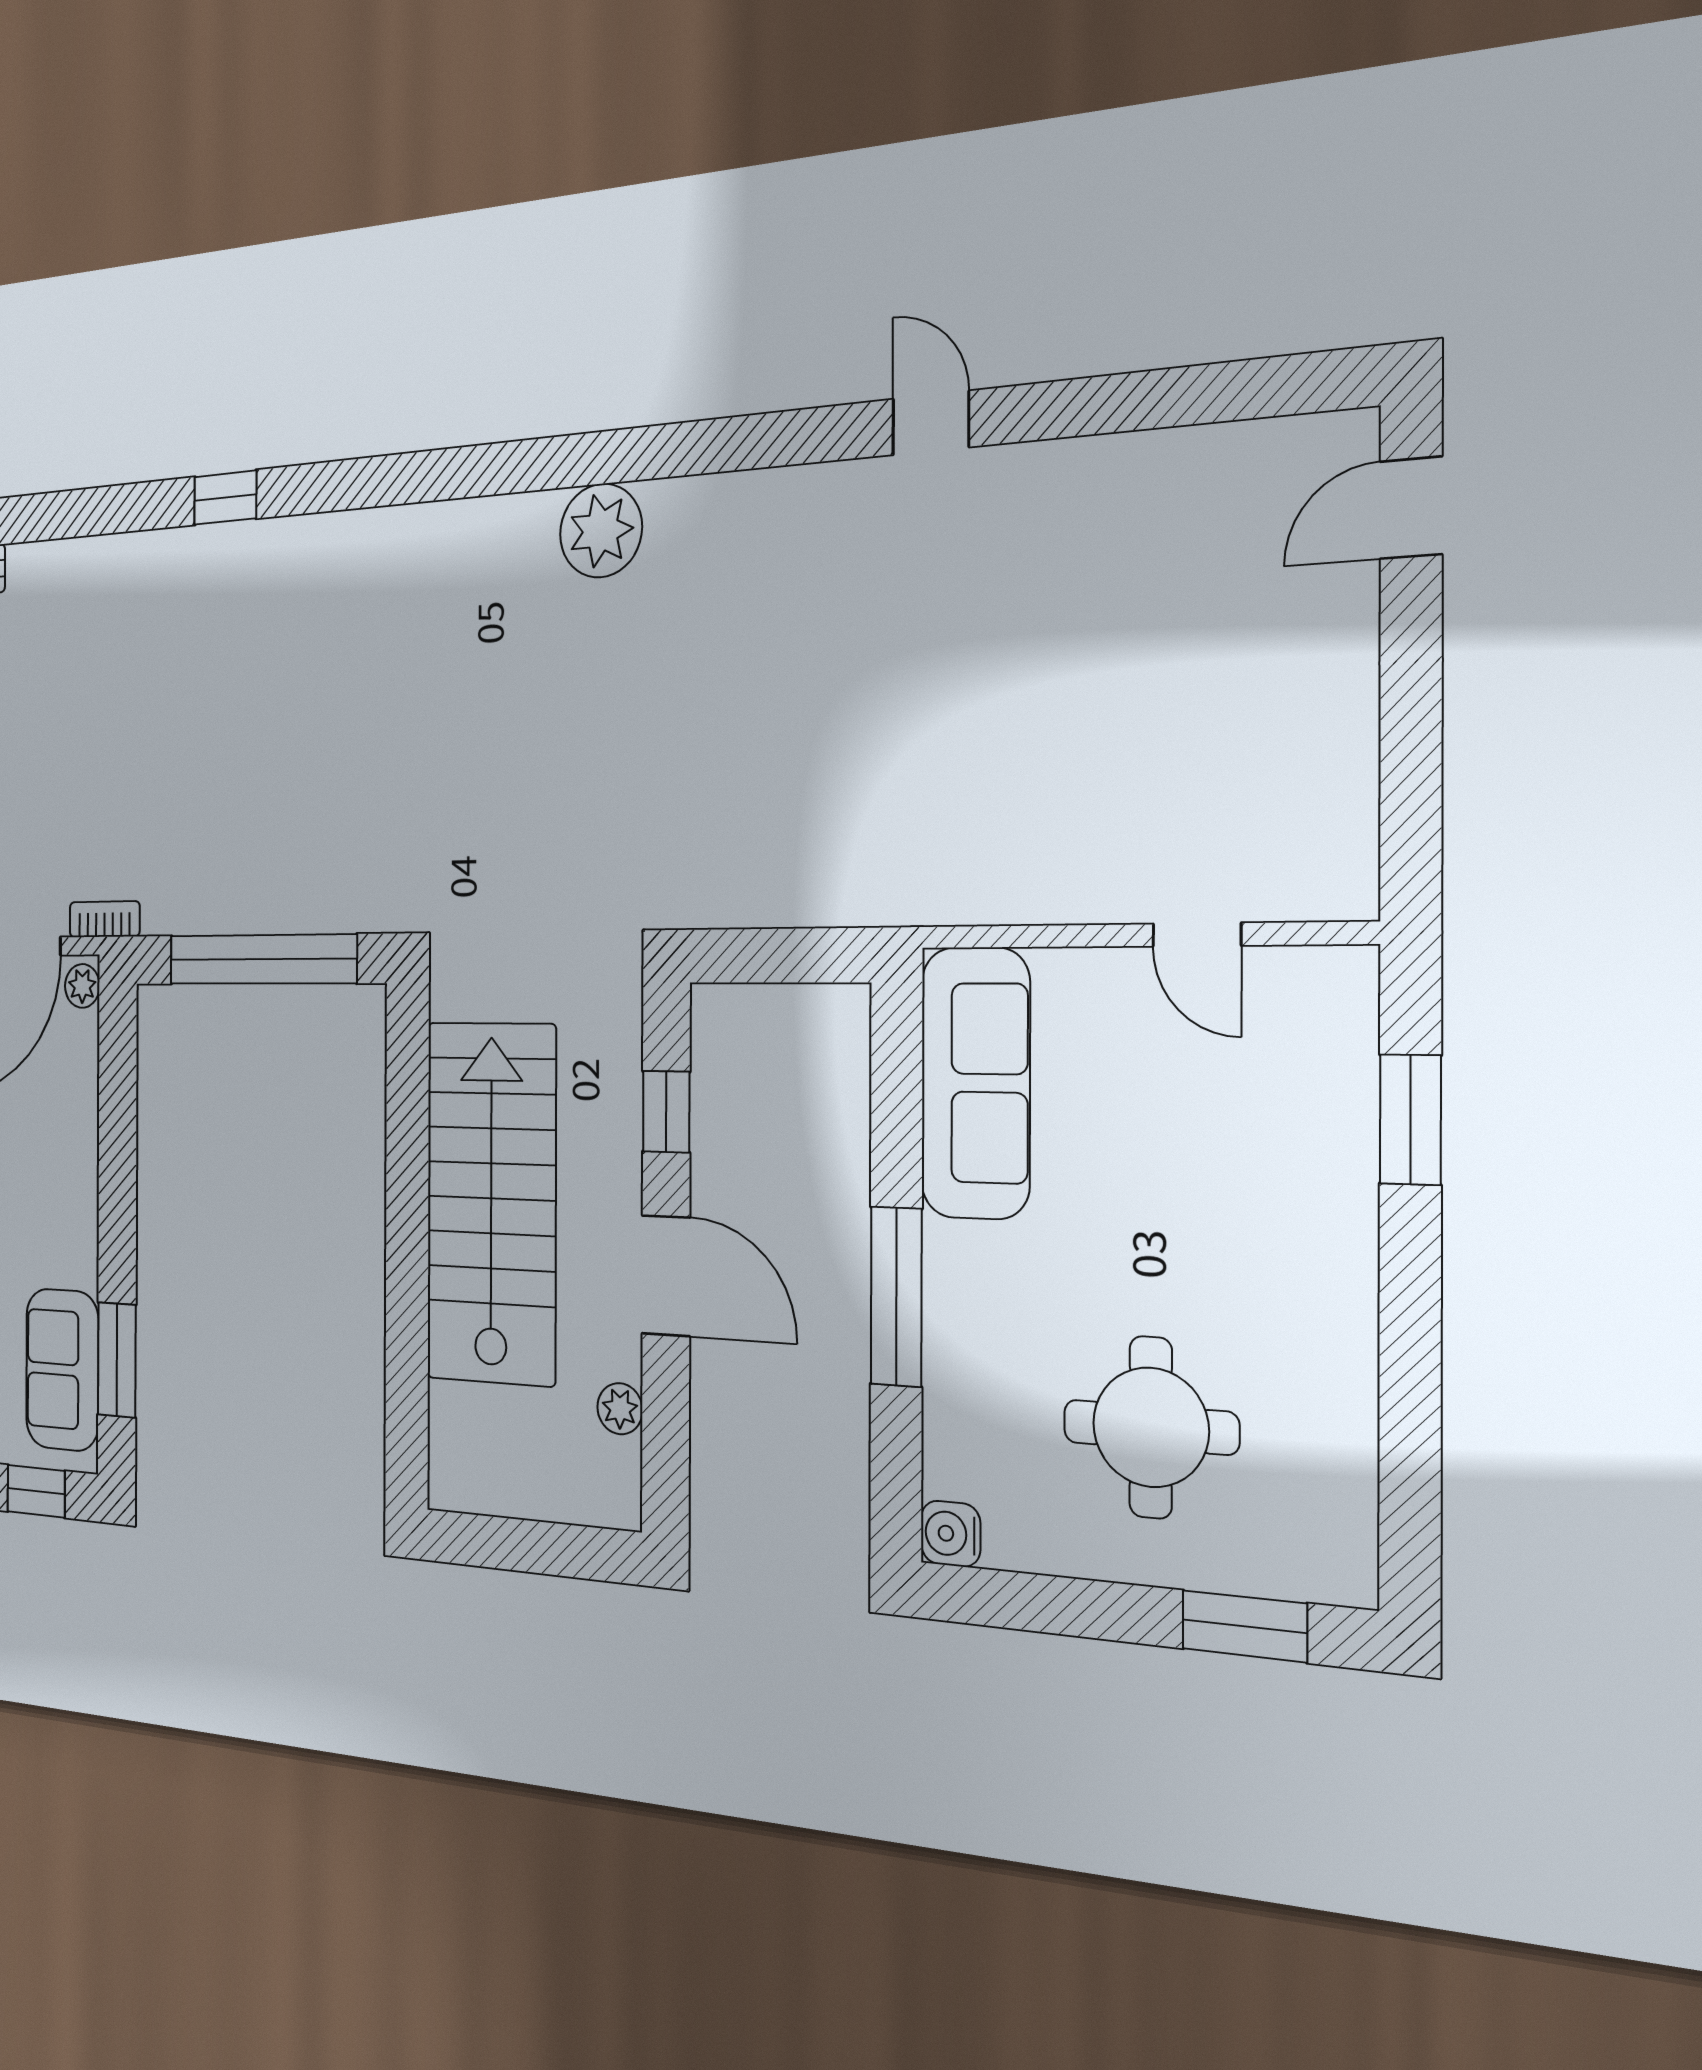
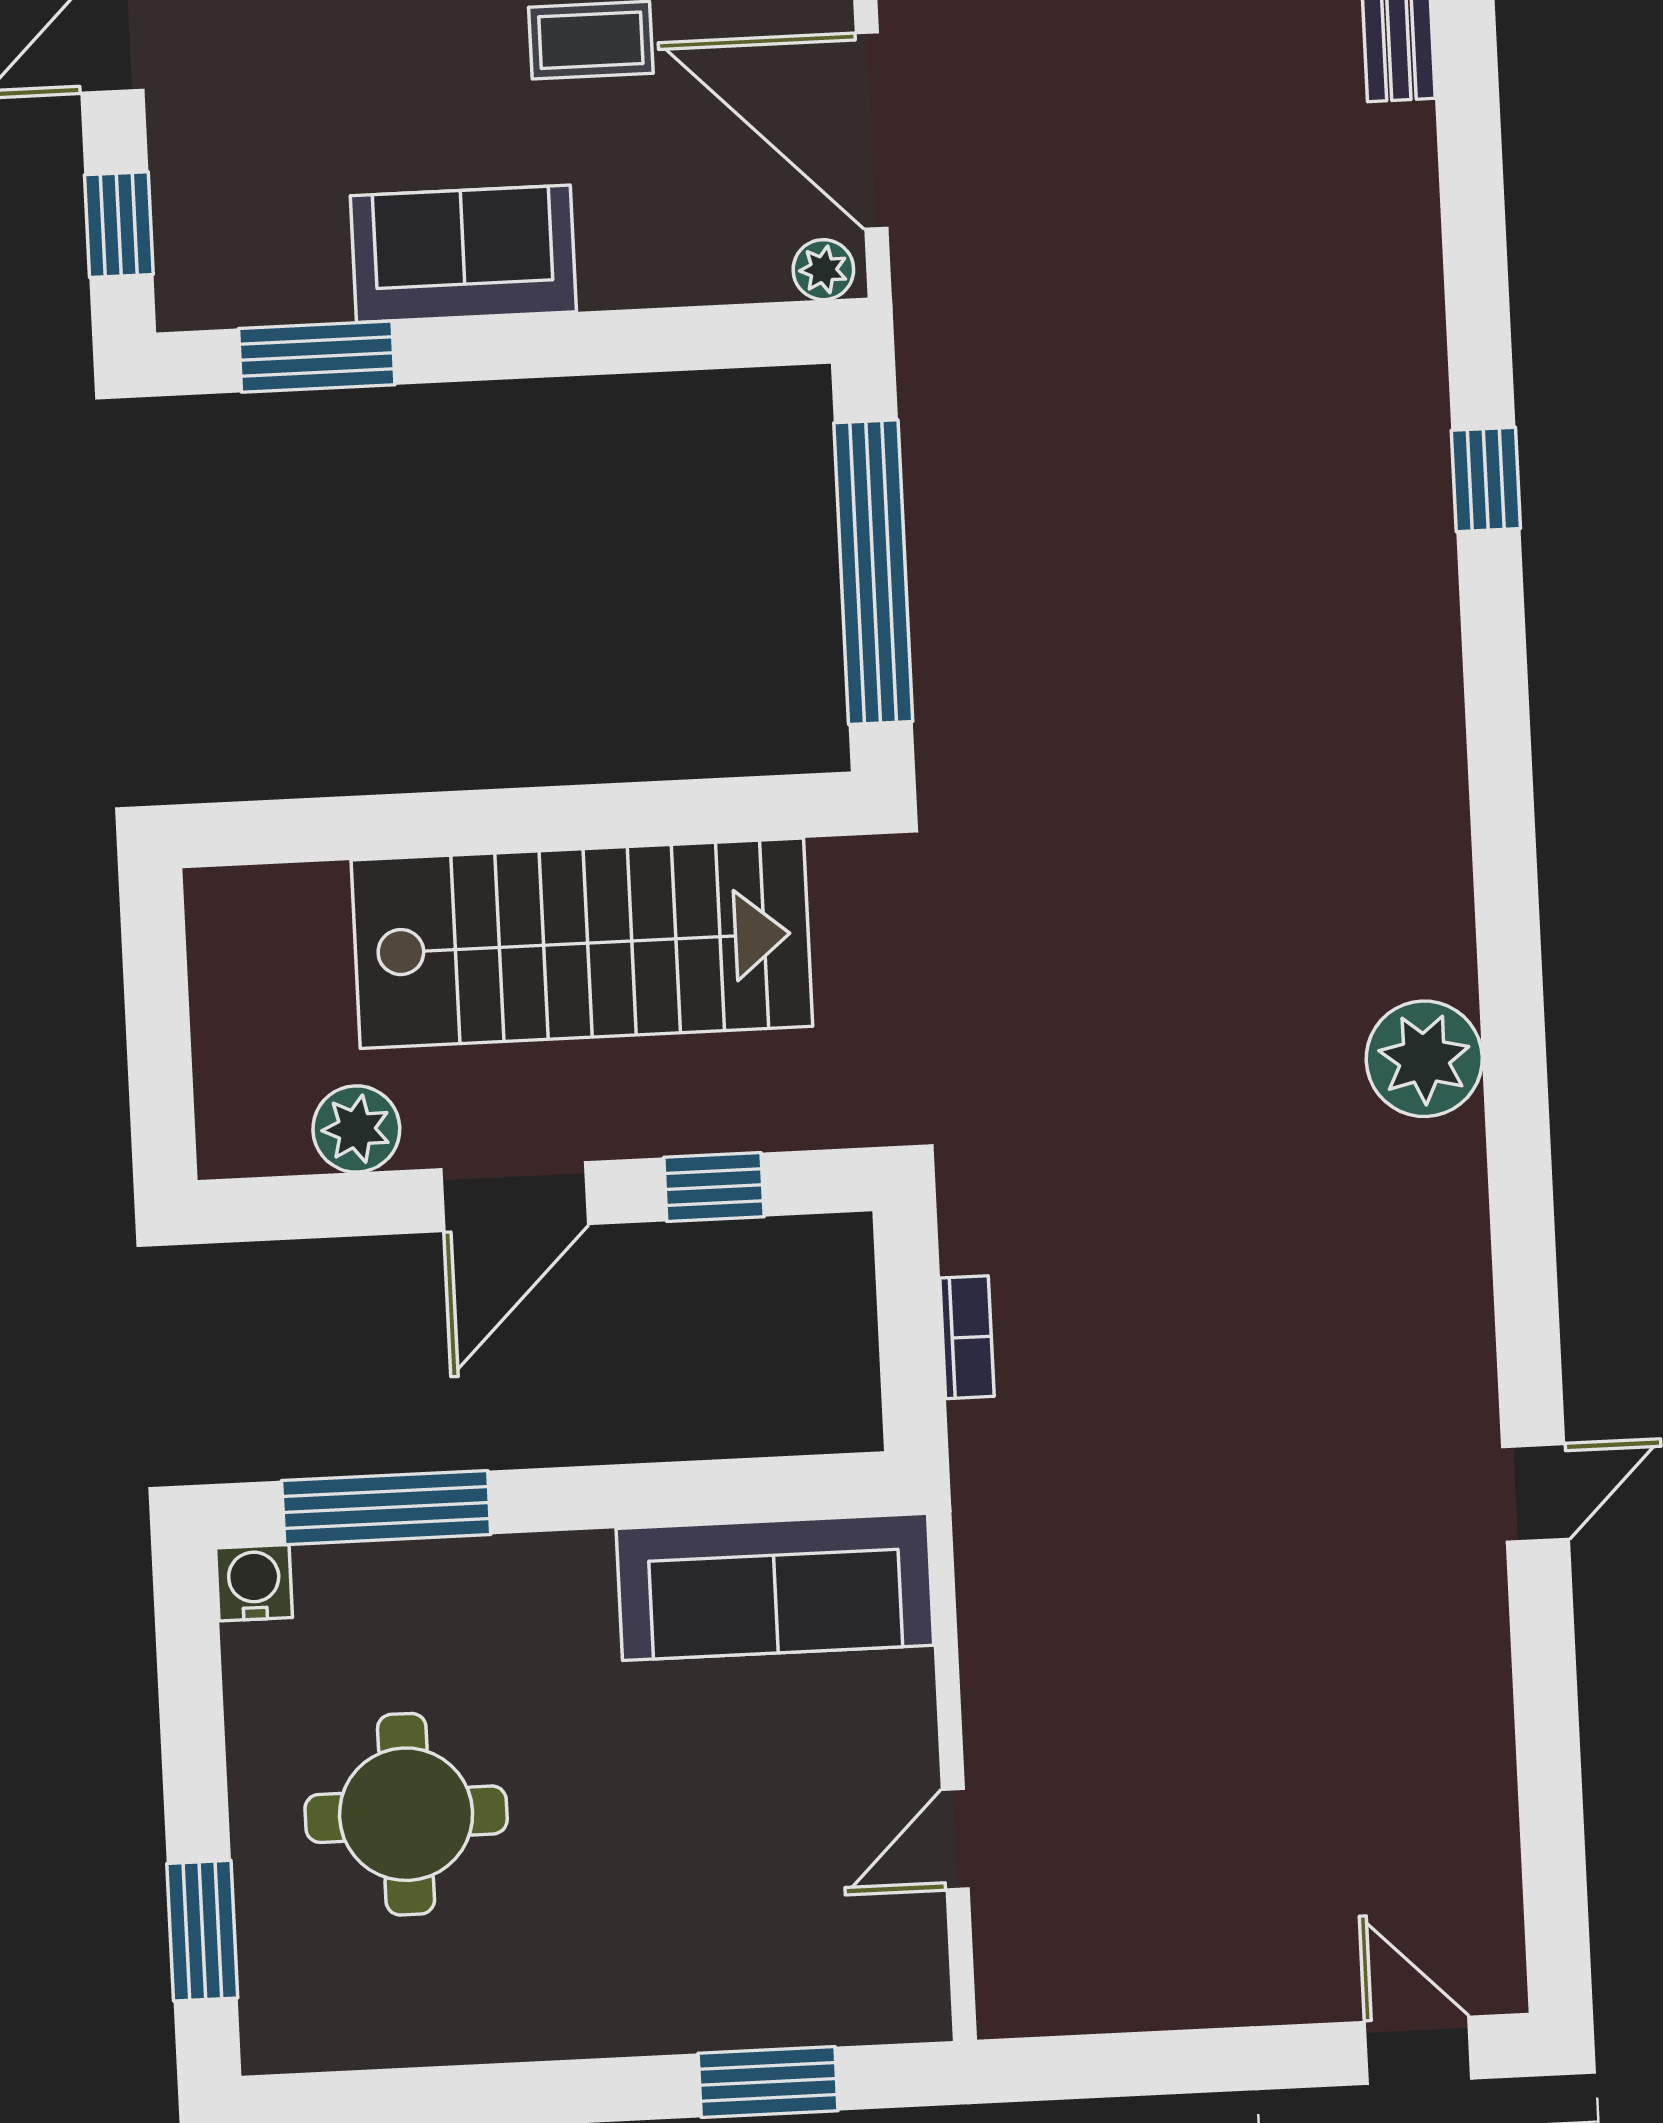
bookcase: (105, 919) -> (967, 1337), moved
window: (896, 1297) -> (386, 1508), moved
sofa: (62, 1370) -> (463, 254), moved
plant: (620, 1409) -> (356, 1129), width x1.38, depth x1.38

